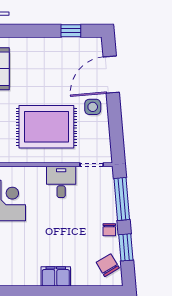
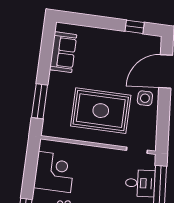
desk: (61, 182) -> (140, 183), moved, turned 85

